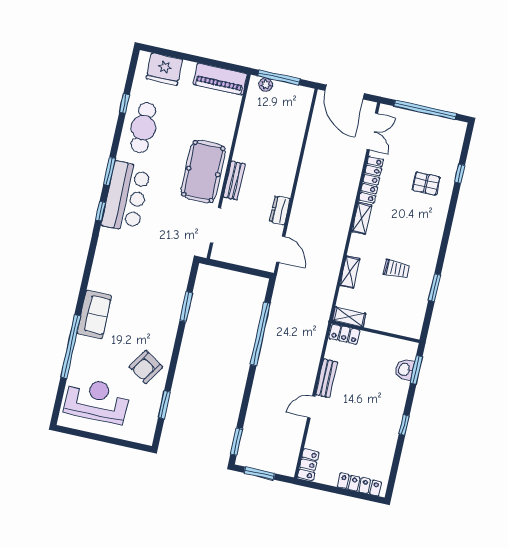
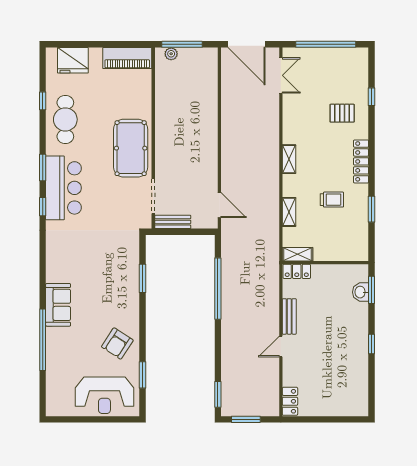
locker: (371, 180) -> (361, 161), moved, turned 180
bench: (234, 181) -> (173, 222), moved, turned 90
dresser: (280, 210) -> (210, 169), removed
reception desk: (97, 400) -> (104, 395), moved, turned 180
locker: (359, 485) -> (342, 409), removed

